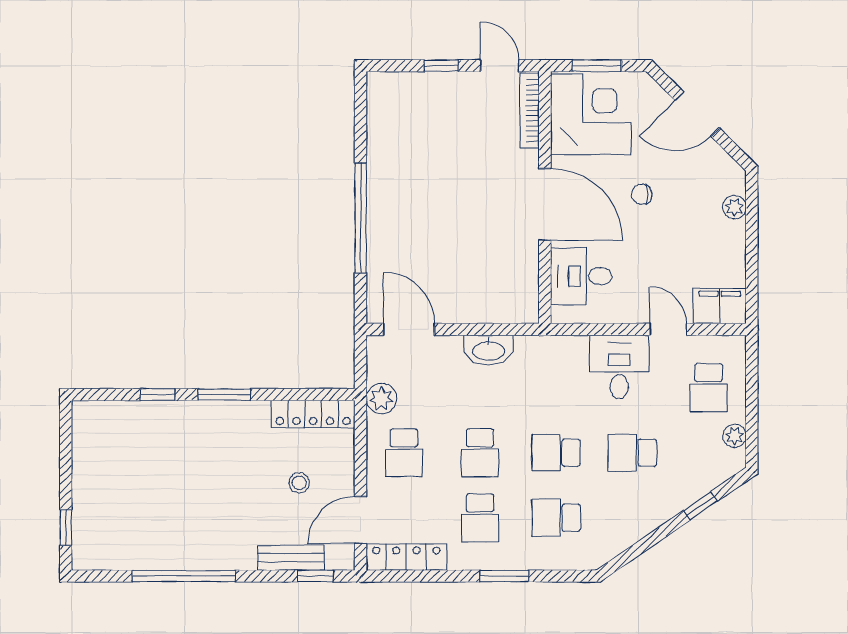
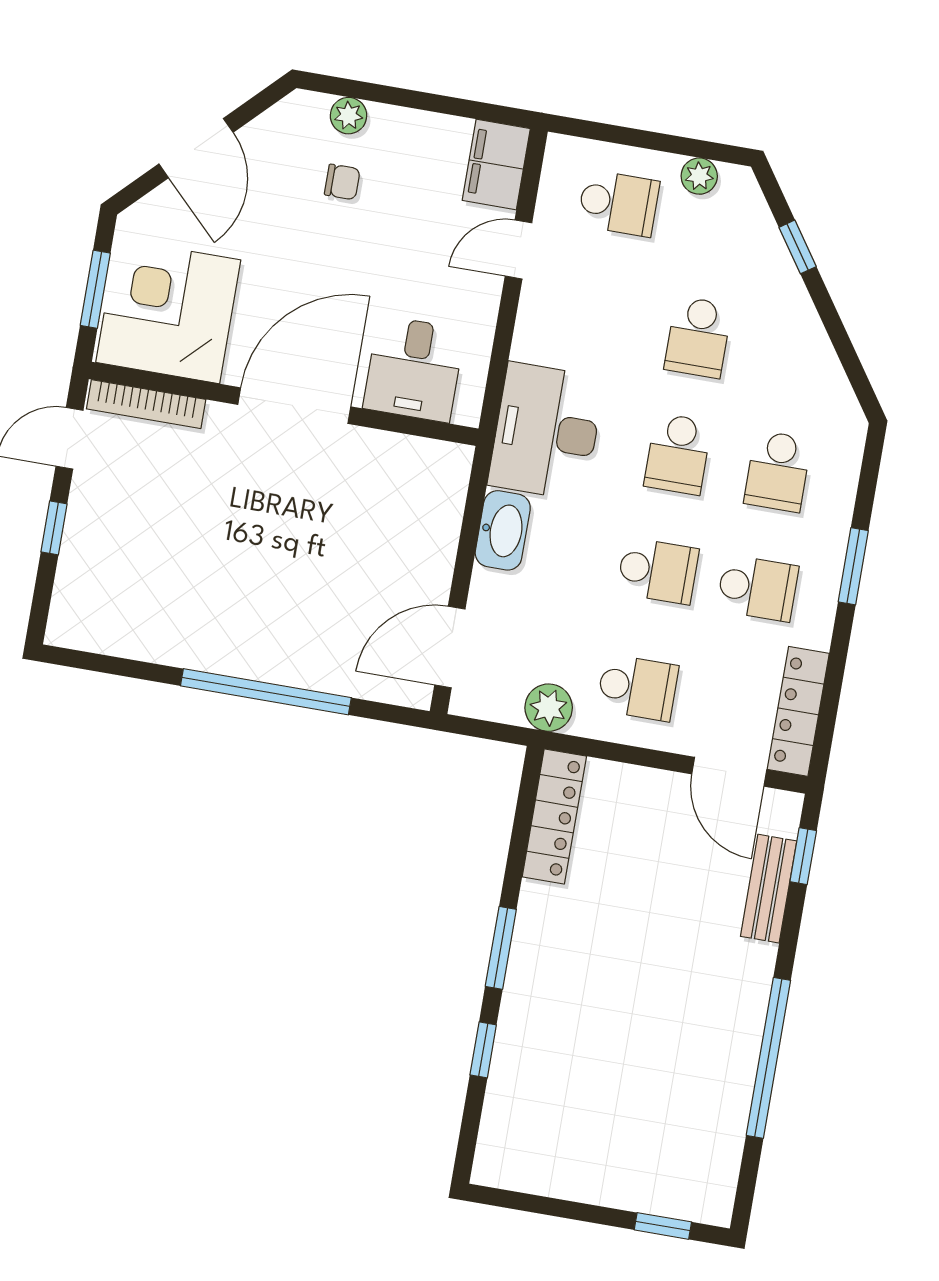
chair: (642, 194) -> (342, 182), moved, turned -90
desk: (619, 367) -> (546, 431), moved, width x1.37
stool: (299, 483) -> (656, 856), removed

